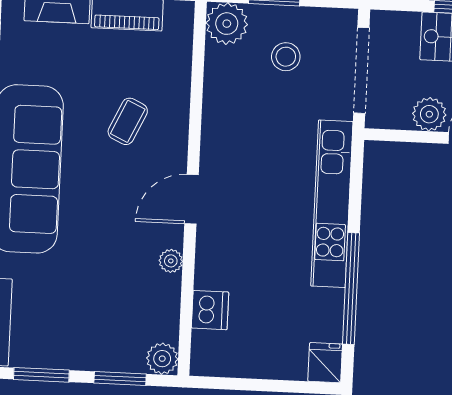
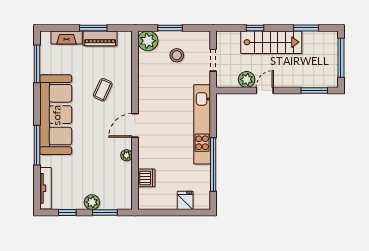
doorway: (361, 70) -> (213, 60), width x0.53
plant: (162, 359) -> (92, 202), moved
fridge: (325, 363) -> (185, 200), moved
window: (41, 375) -> (67, 213), width x0.67

